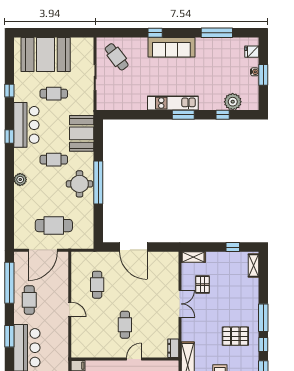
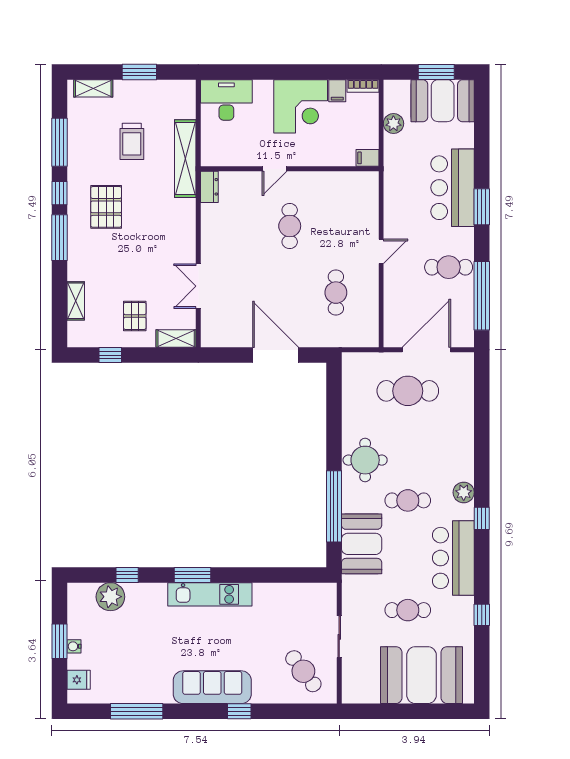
window: (9, 137) -> (482, 518), moved
plant: (20, 180) -> (464, 492), moved
window: (98, 183) -> (334, 506), moved
shelving: (254, 265) -> (76, 301), moved
pallet: (202, 285) -> (135, 316), moved
cafe table: (29, 300) -> (449, 267), turned 90
double door: (180, 304) -> (198, 286), moved
door: (70, 309) -> (381, 251), swing flipped
pallet: (235, 336) -> (106, 207), turned 90

